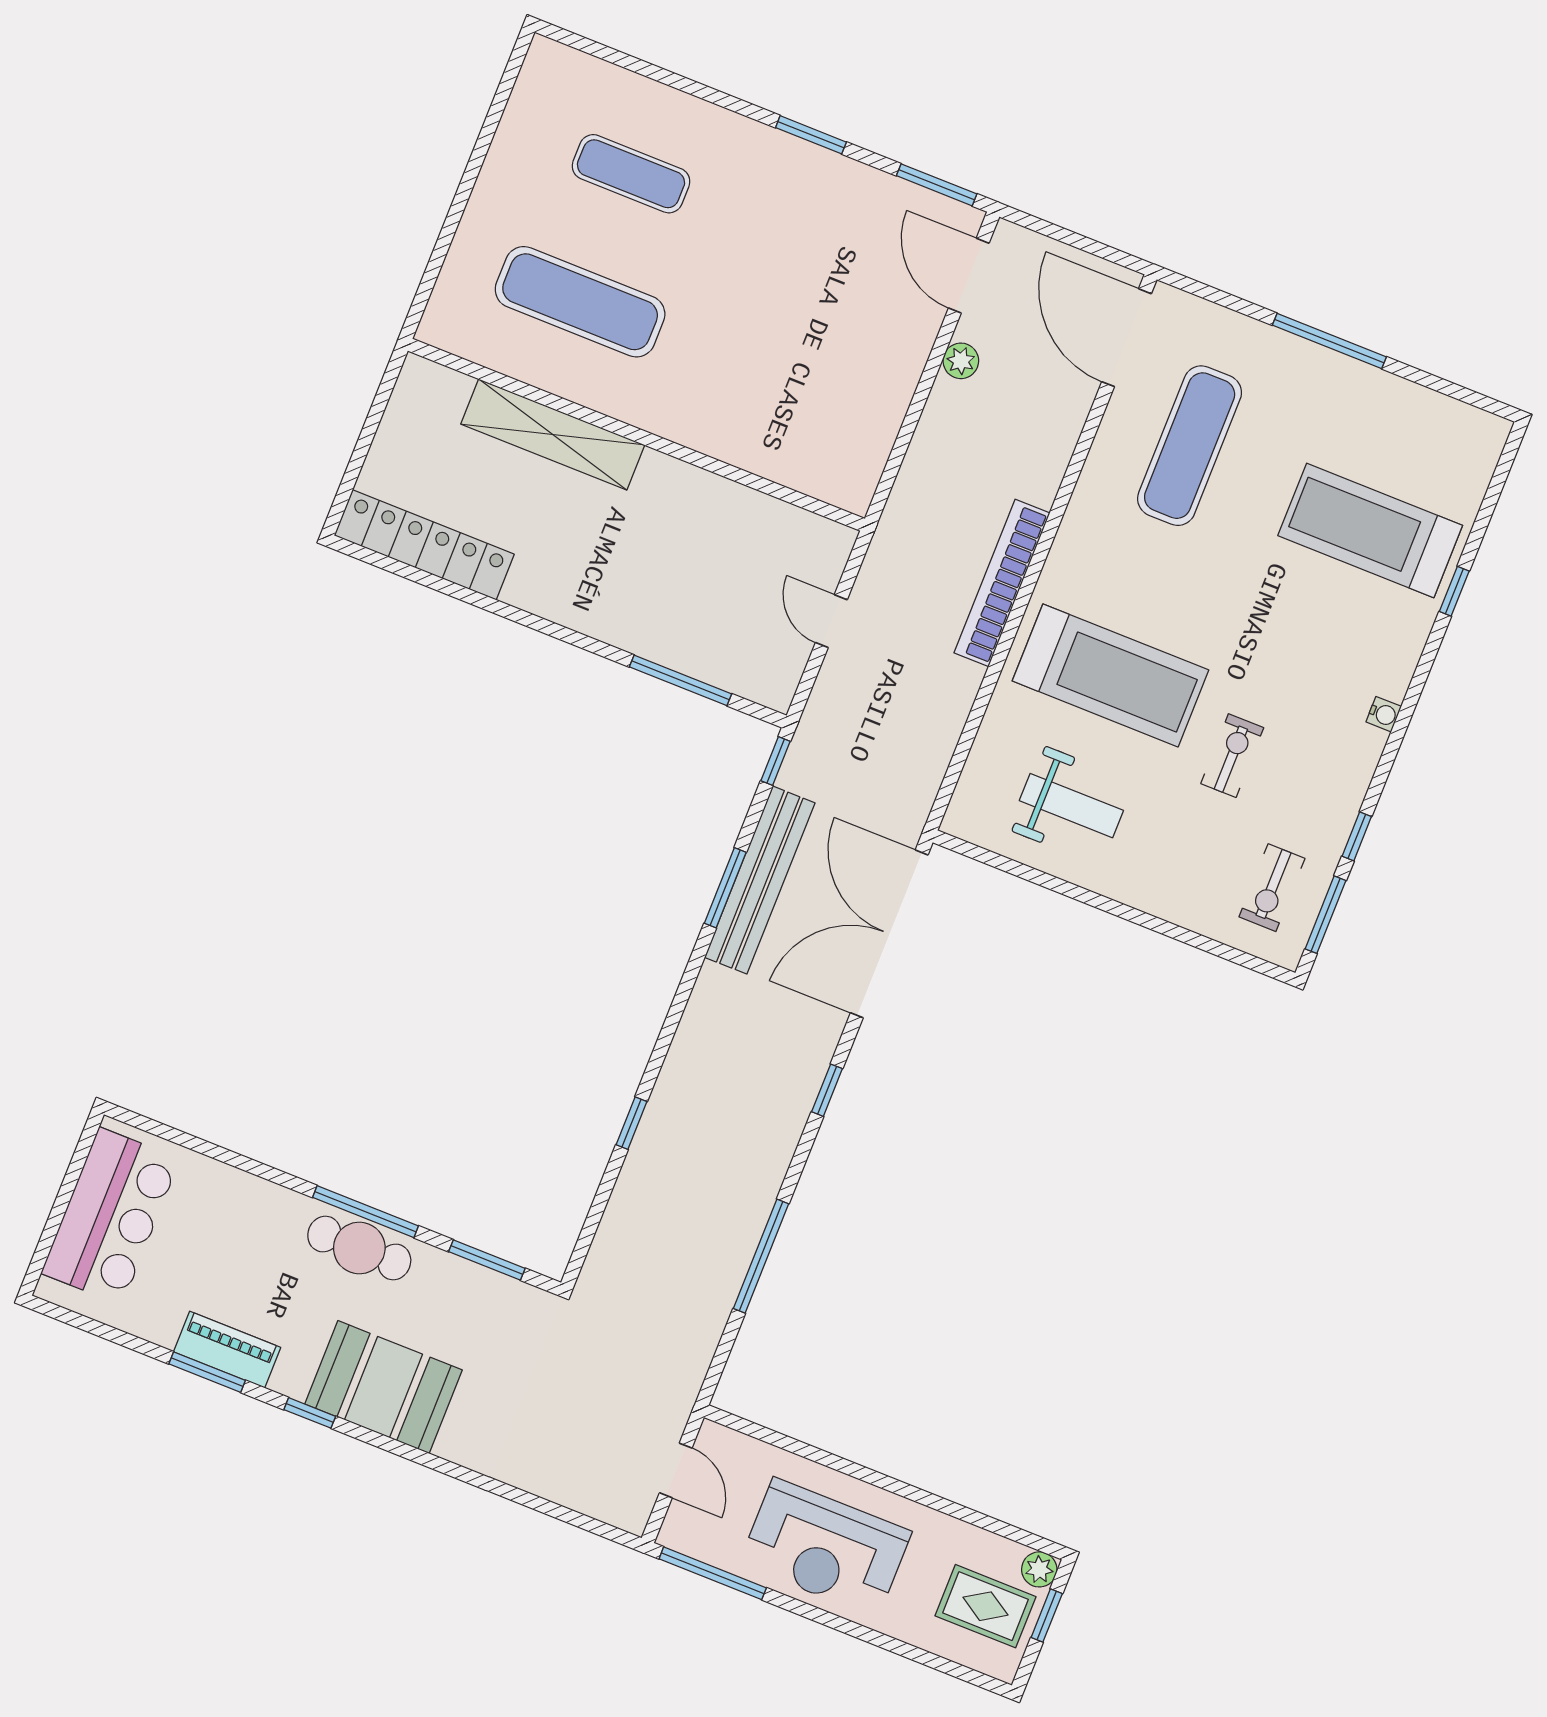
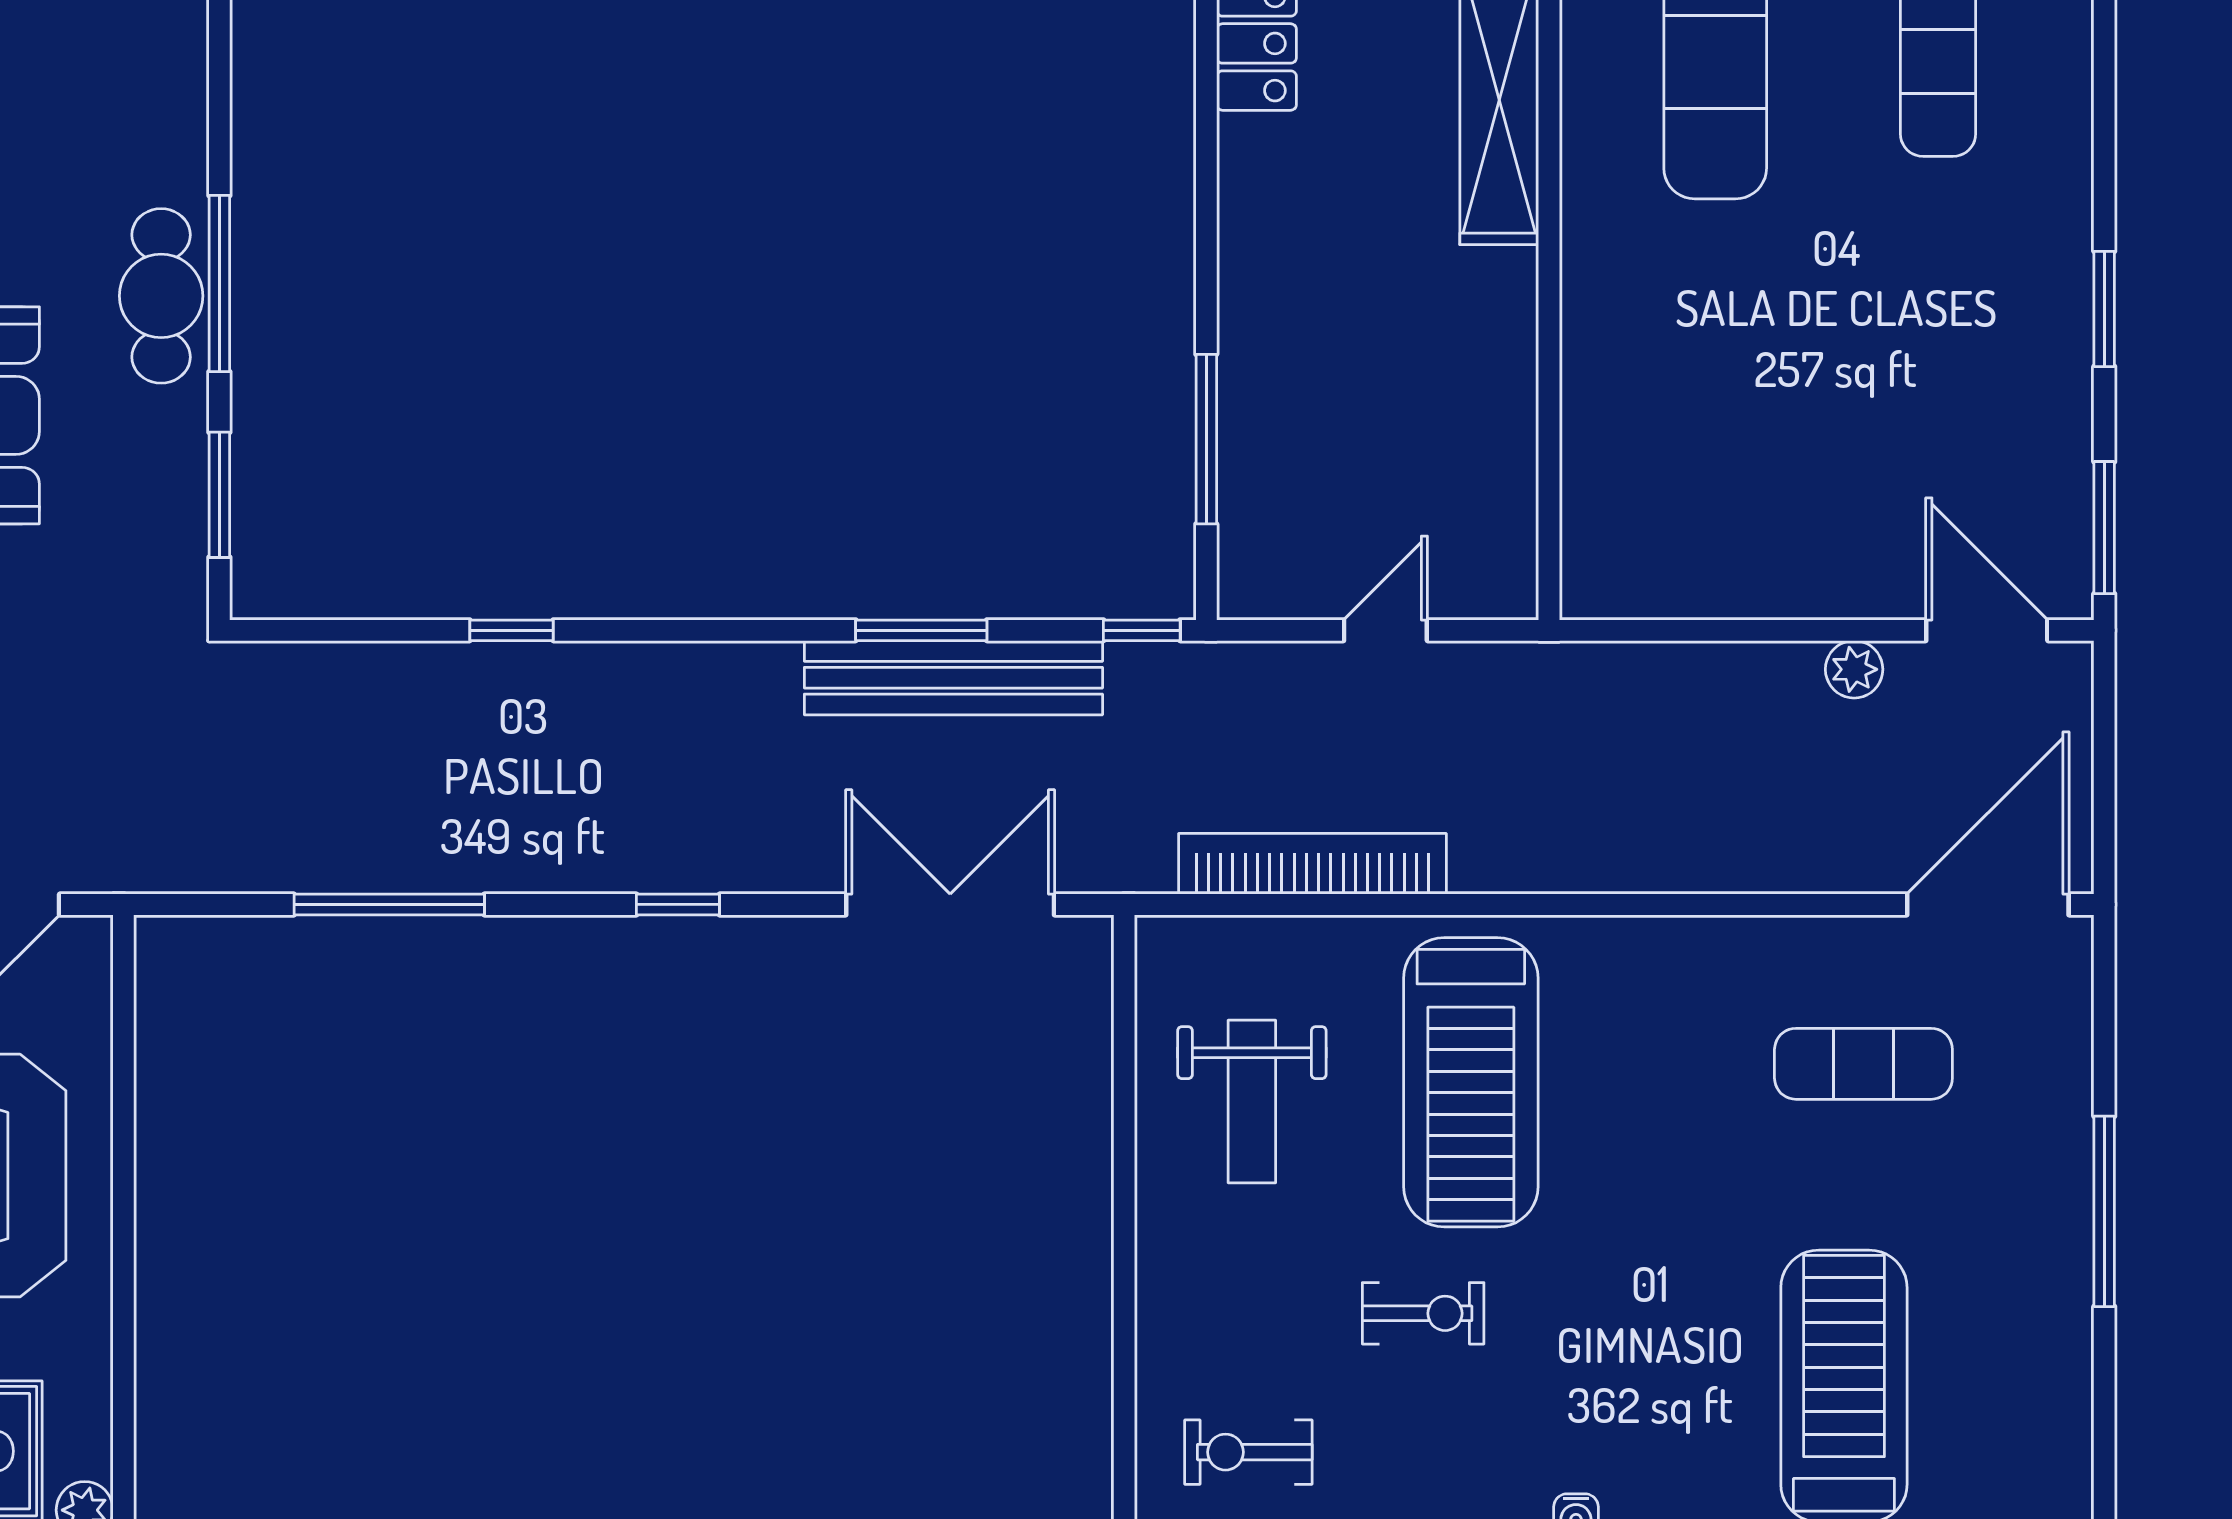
door: (969, 276) -> (1987, 630), hinge flipped
exercise mat: (1190, 446) -> (1863, 1064), width x0.73, depth x0.69
bookcase: (1002, 583) -> (1312, 864), moved
double door: (889, 934) -> (950, 904), width x0.73

